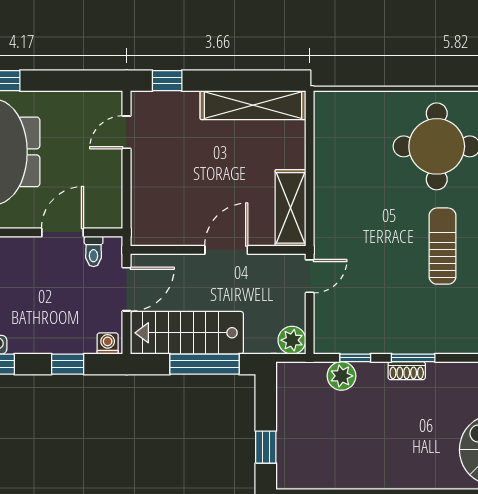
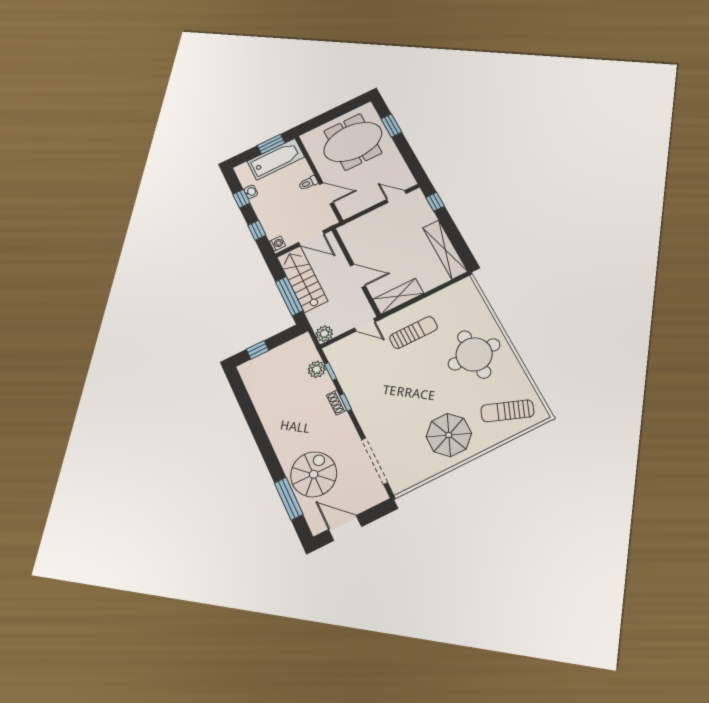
sun lounger: (442, 246) -> (413, 332), moved
toilet: (94, 251) -> (308, 183), moved
window: (413, 358) -> (346, 402), width x0.67

